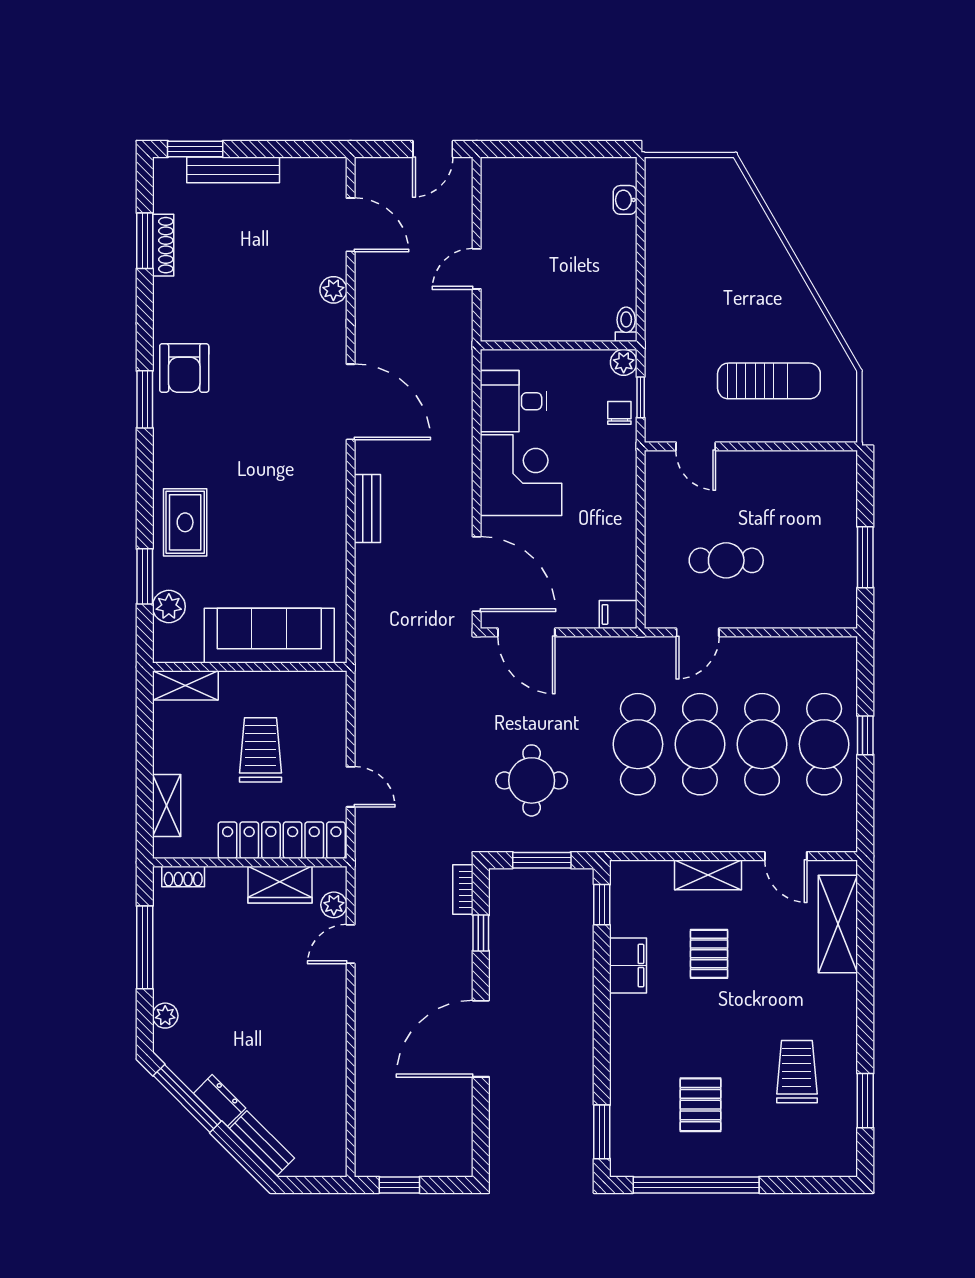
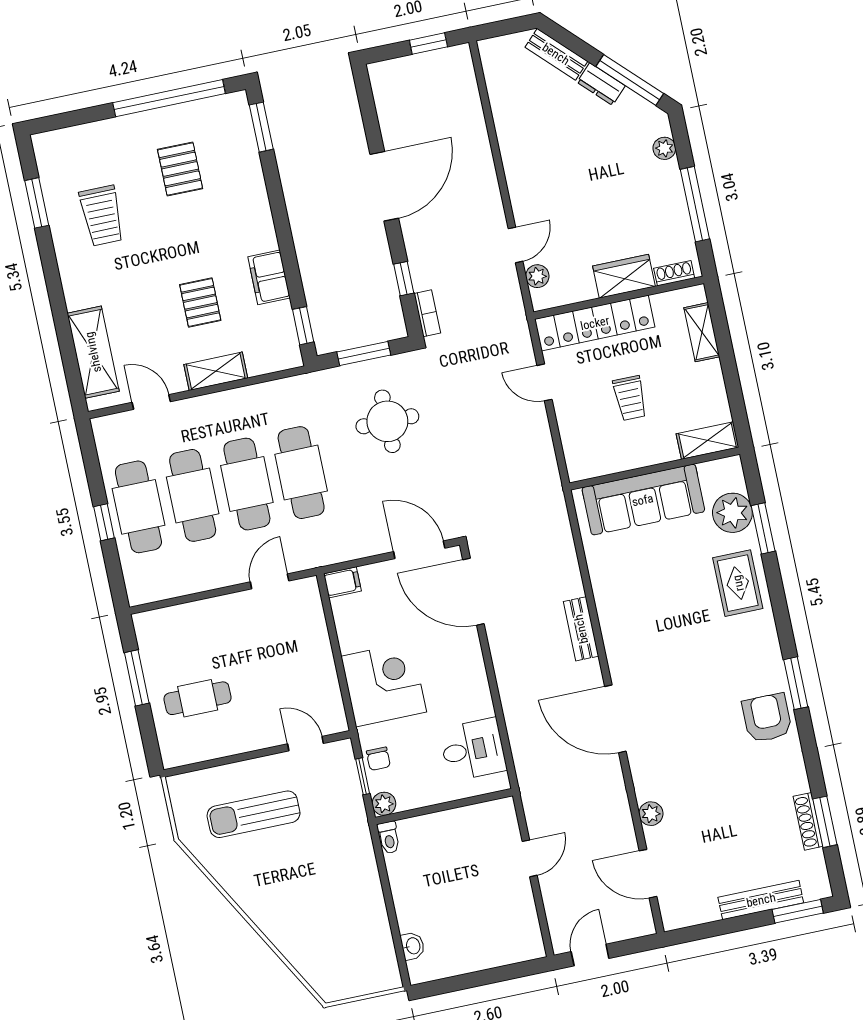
corner desk: (521, 475) -> (384, 684), moved, turned 180
cafe table: (726, 560) -> (198, 698), moved
plant: (169, 607) -> (732, 513), width x1.36, depth x1.36
trolley: (261, 750) -> (630, 398), width x0.73, depth x0.72
wardrobe: (280, 885) -> (624, 276), moved

